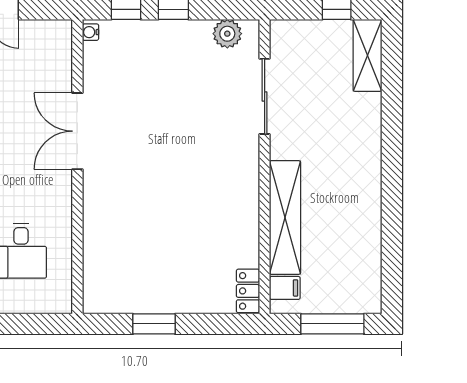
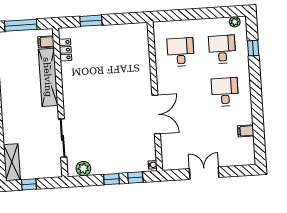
locker: (248, 291) -> (65, 50), moved
window: (154, 324) -> (91, 21), moved

